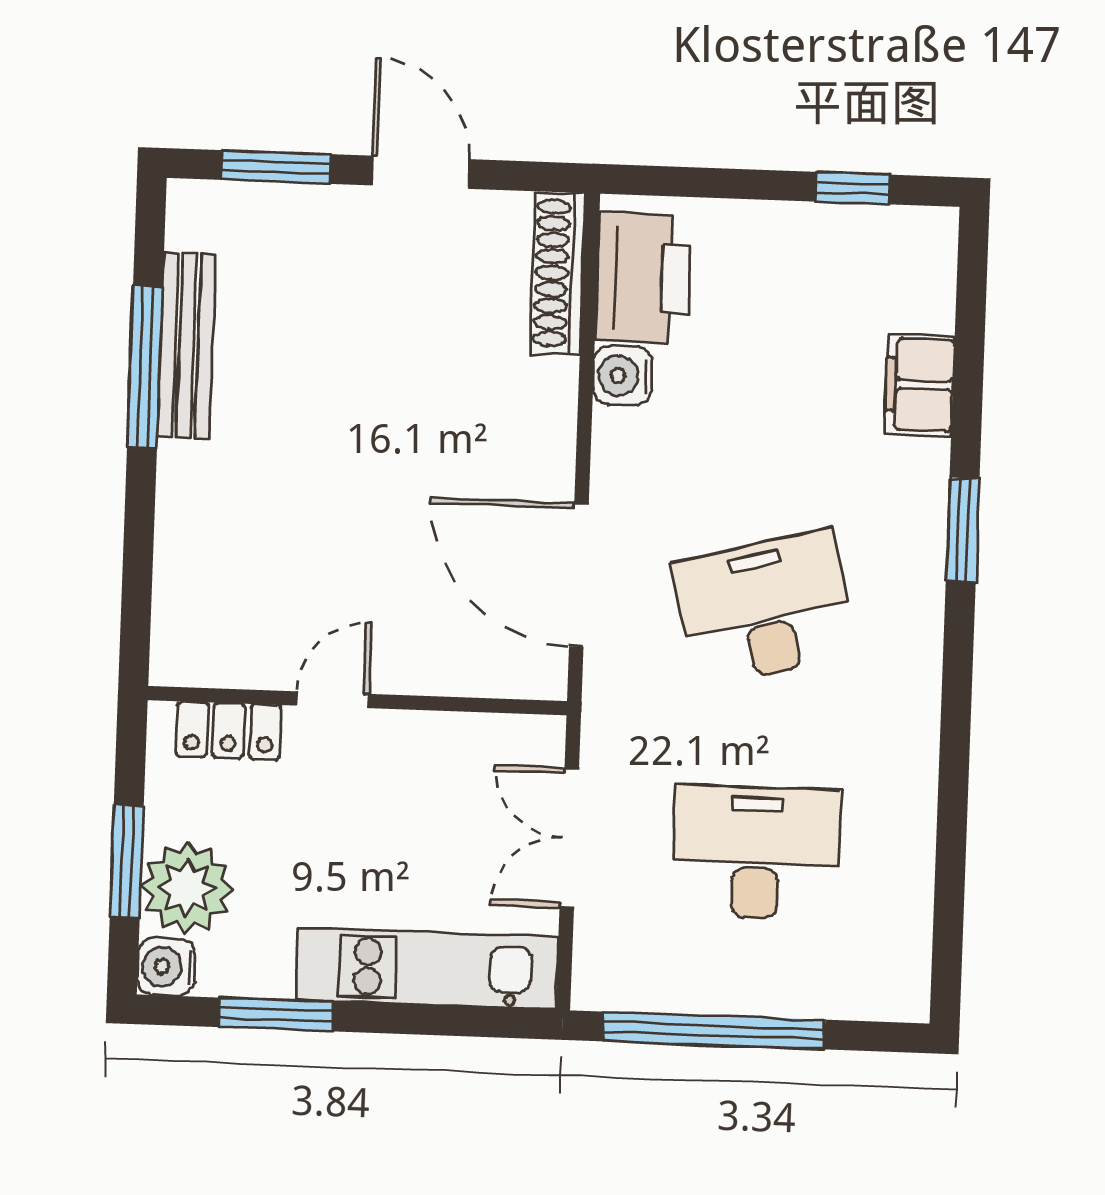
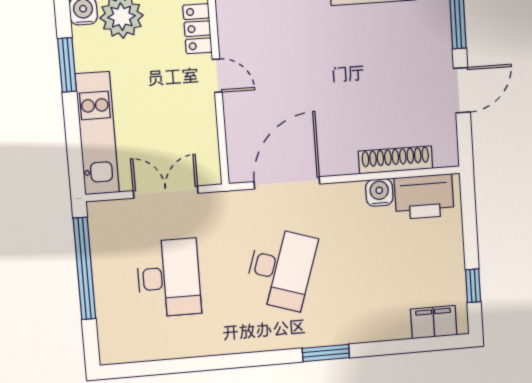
shoe rack: (558, 273) -> (396, 160), moved
filing cabinet: (920, 385) -> (434, 322), moved
desk: (765, 609) -> (281, 269), turned 33

